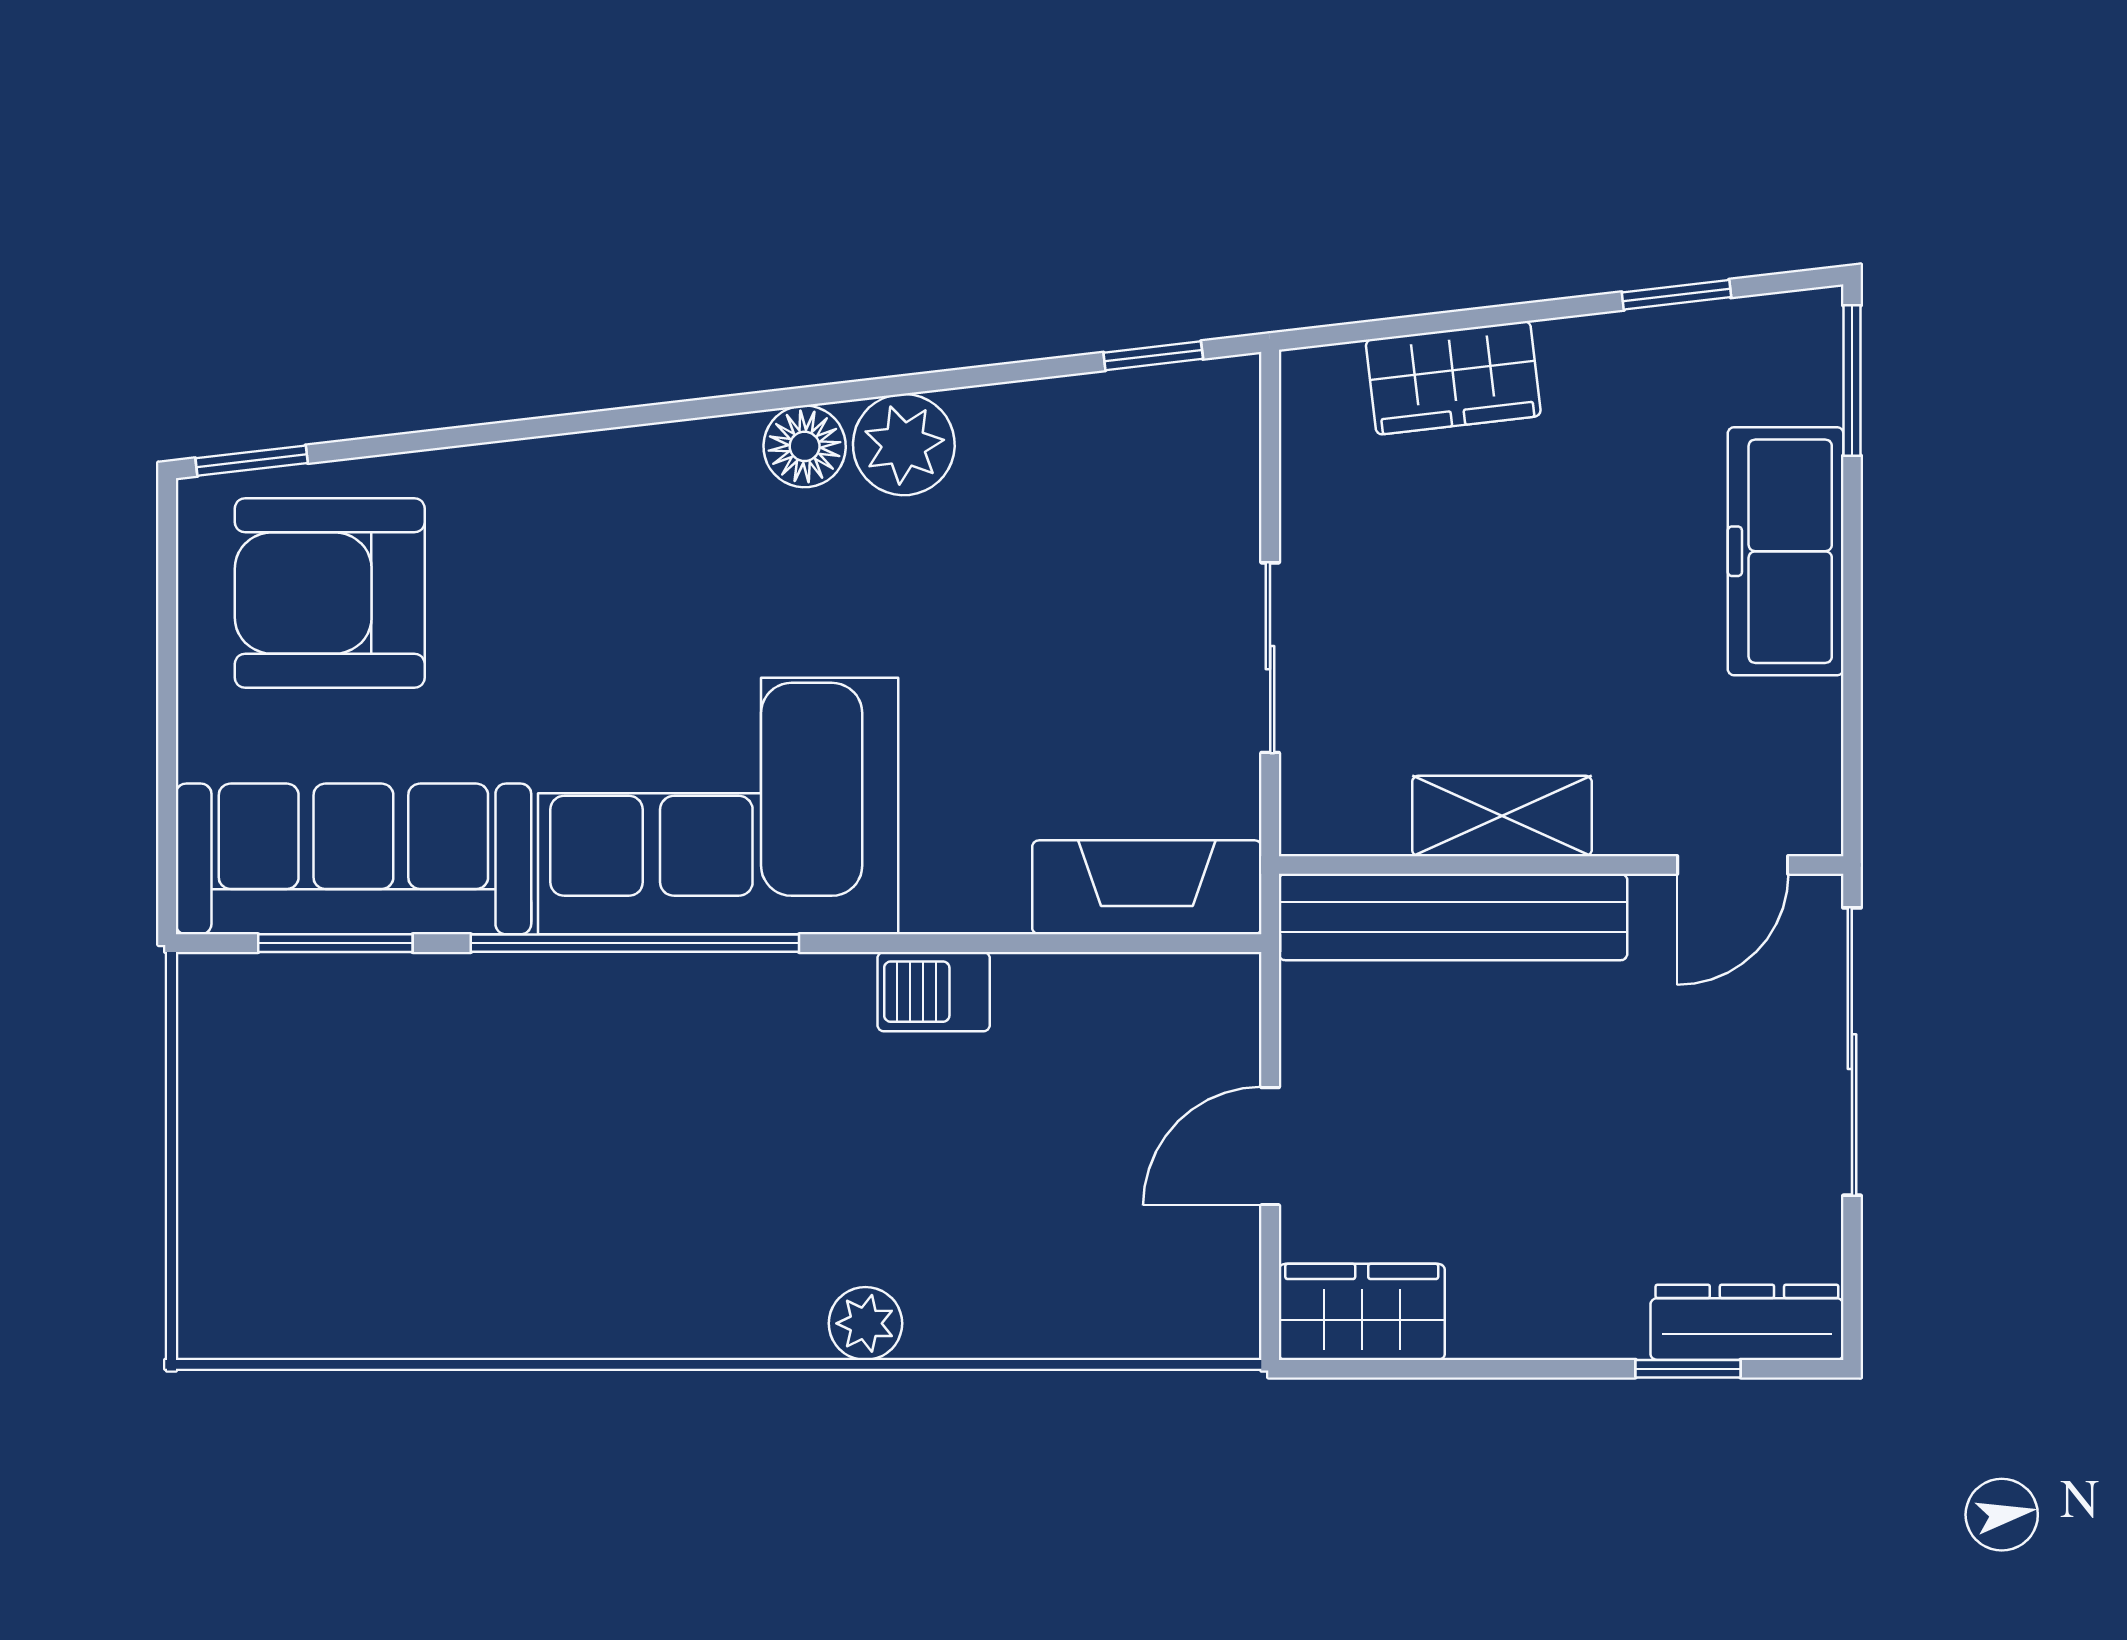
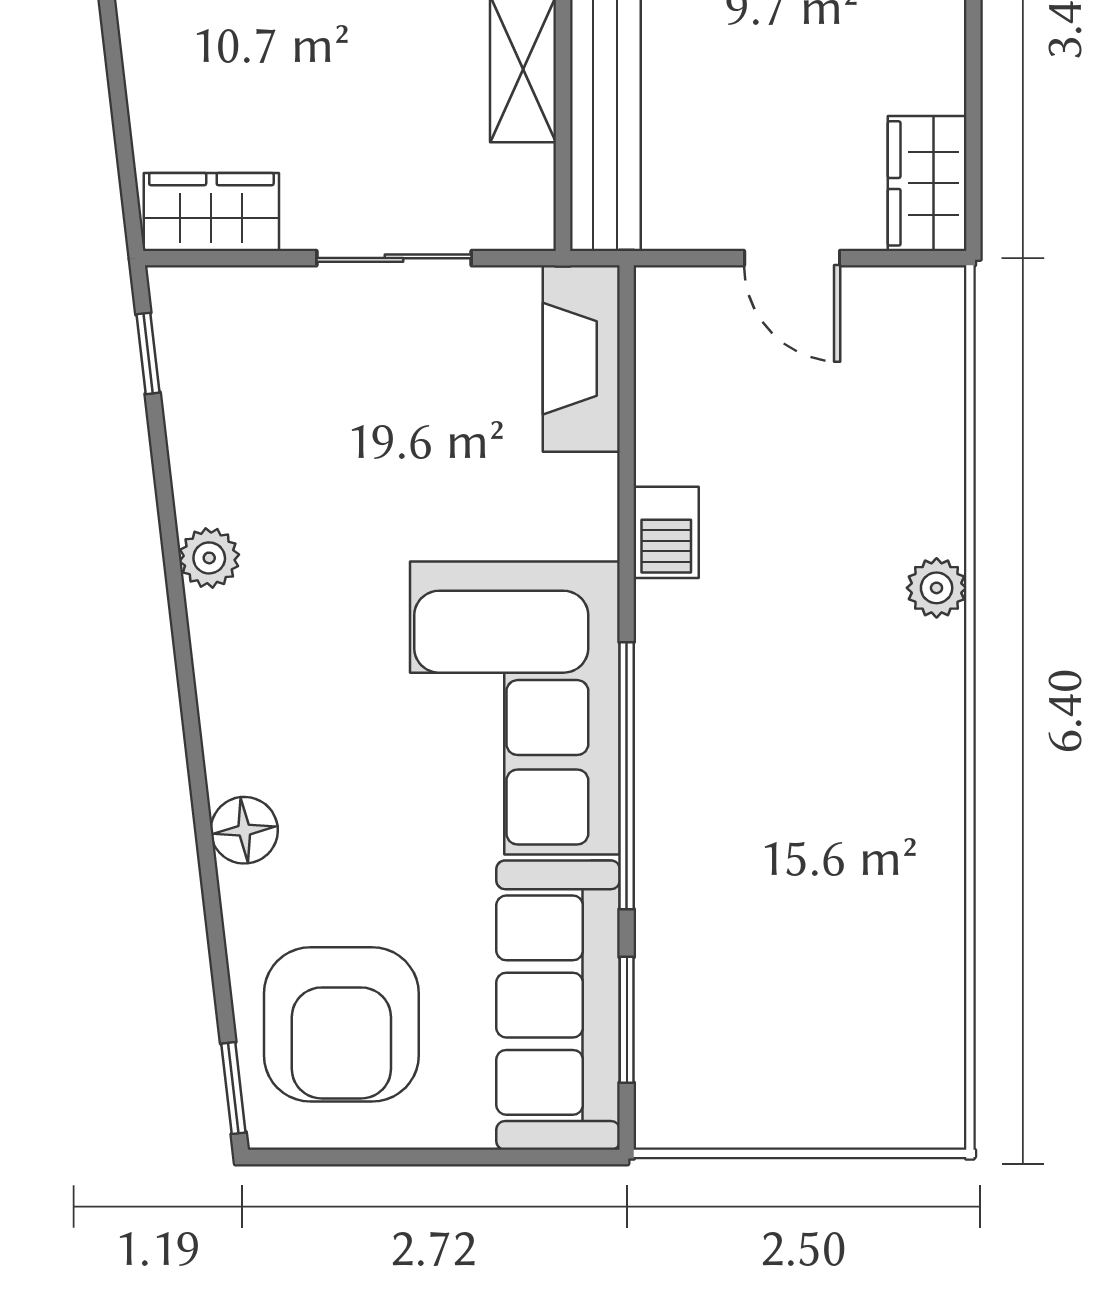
wardrobe: (1453, 378) -> (211, 212), moved, turned -83
plant: (904, 445) -> (209, 558), width x0.73, depth x0.73
floor lamp: (805, 446) -> (244, 830), moved

